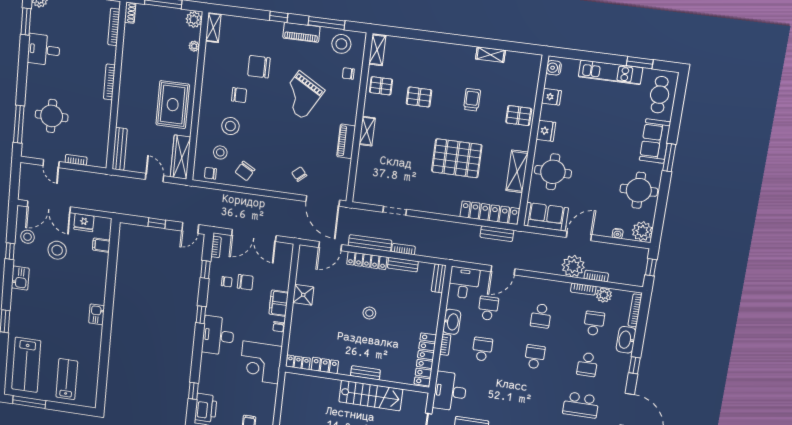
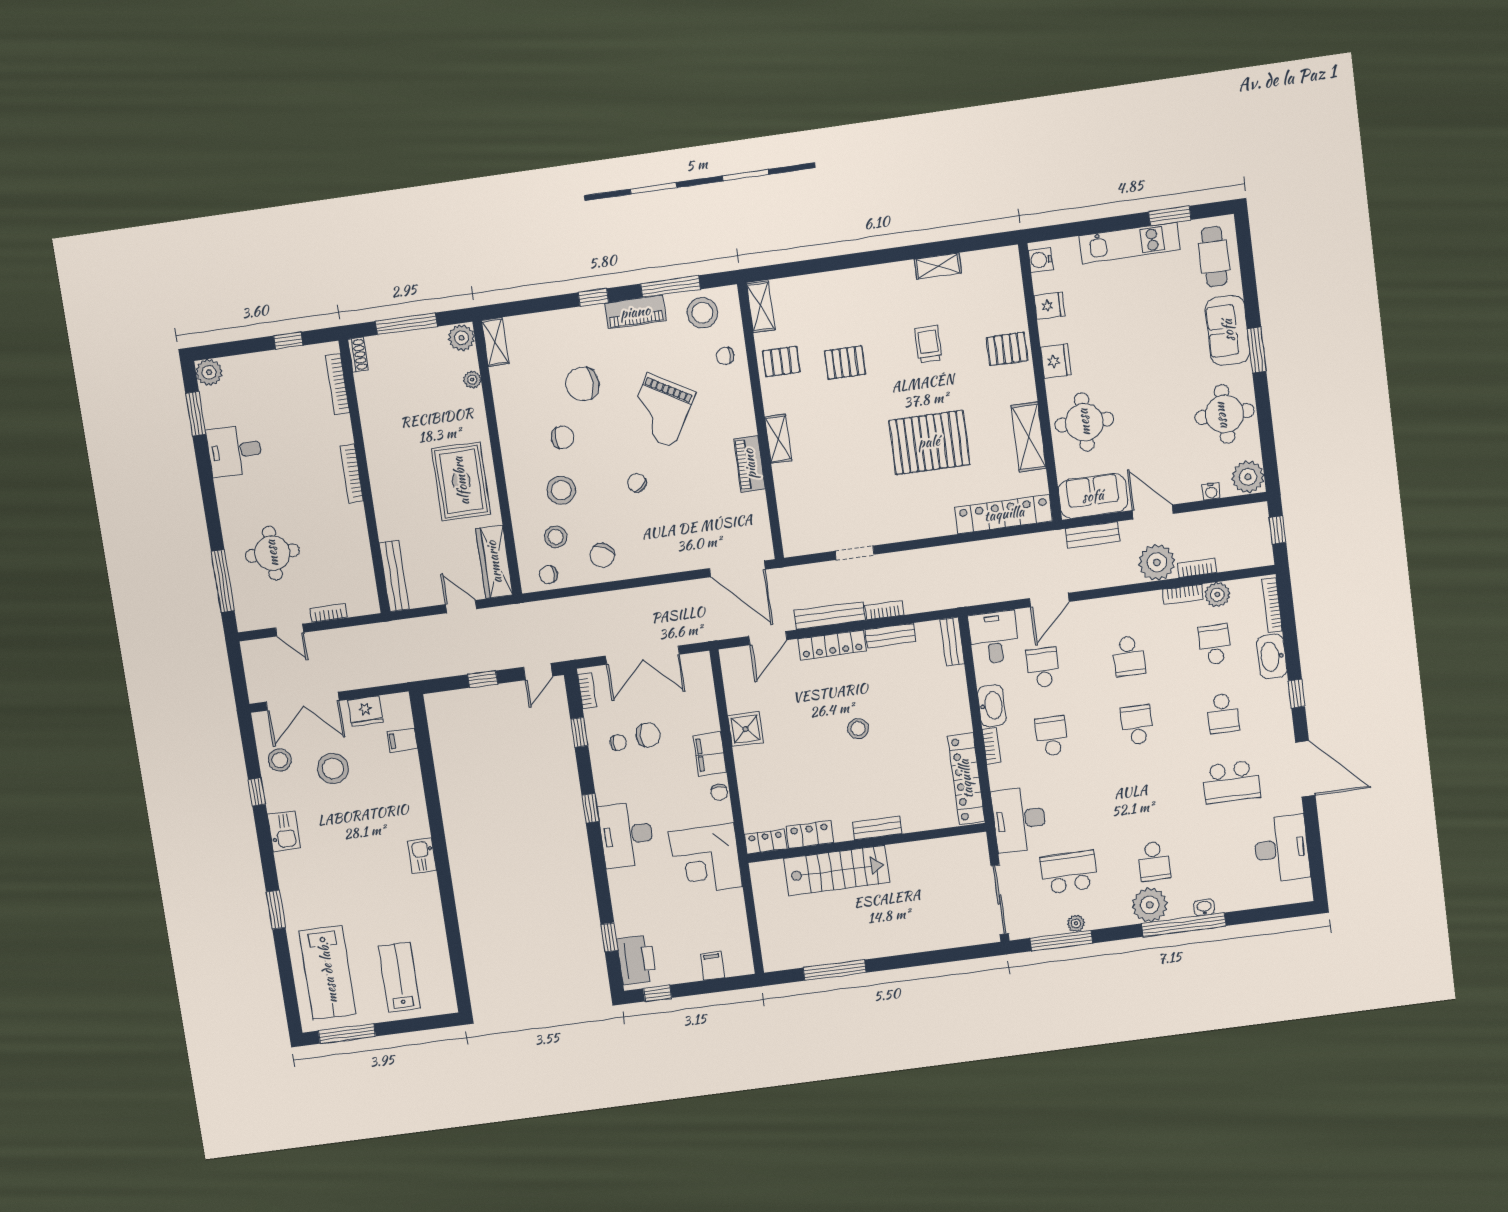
chair: (299, 174) -> (637, 483), moved
bench: (497, 234) -> (1093, 535), moved
door: (579, 236) -> (1153, 512), hinge flipped
stairs: (371, 396) -> (837, 870), moved

